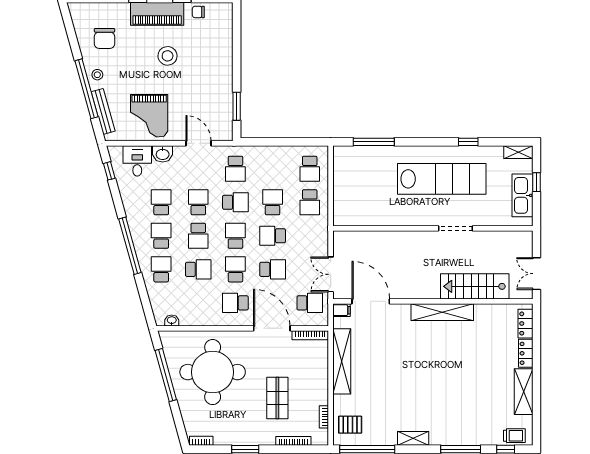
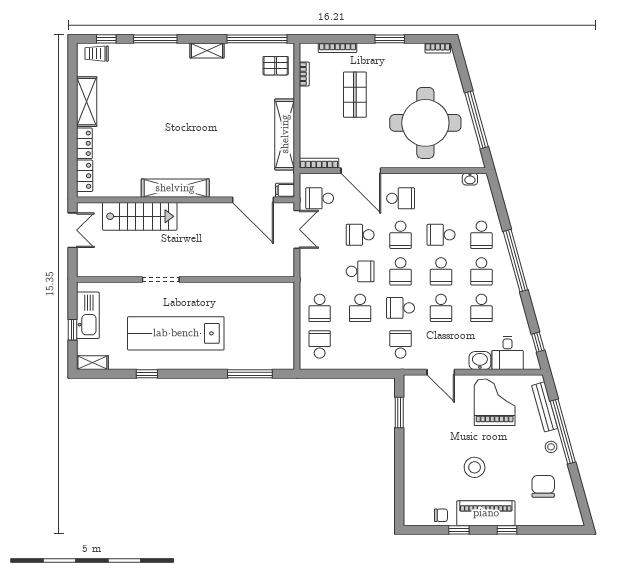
school desk: (310, 202) -> (320, 308), turned 180
school desk: (198, 236) -> (441, 271), turned 180

